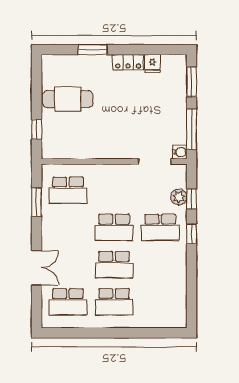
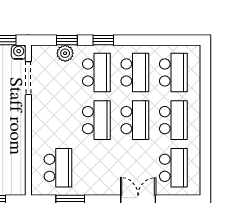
school desk: (160, 265) -> (135, 72), added
school desk: (160, 302) -> (173, 72), added

